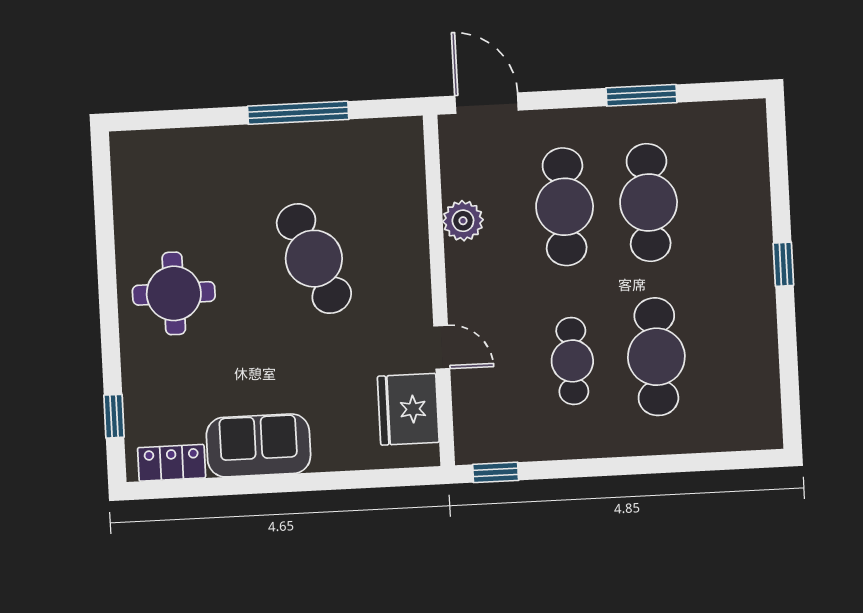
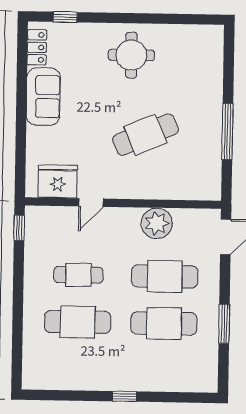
plant: (463, 221) -> (157, 223), width x1.36, depth x1.36

